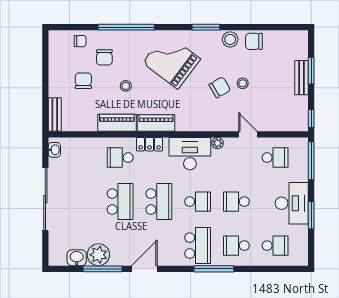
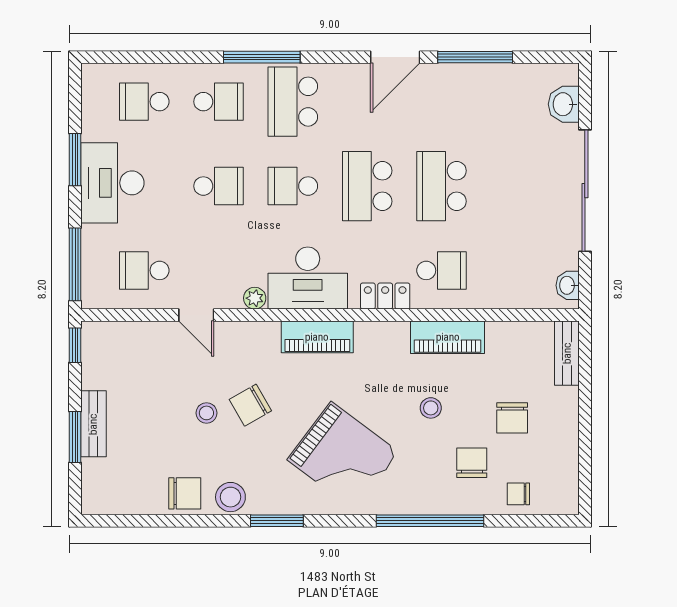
piano: (156, 123) -> (317, 337), moved
plant: (98, 255) -> (483, 84), removed
washbasin: (77, 258) -> (564, 104), moved, turned 90

